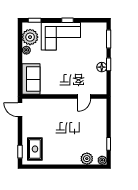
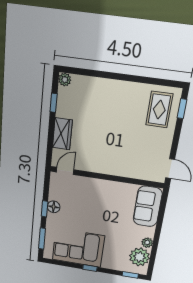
corner sofa: (61, 36) -> (78, 248), moved
door: (84, 97) -> (65, 171), moved
wardrobe: (100, 123) -> (62, 134), added
plant: (87, 159) -> (87, 85), removed

